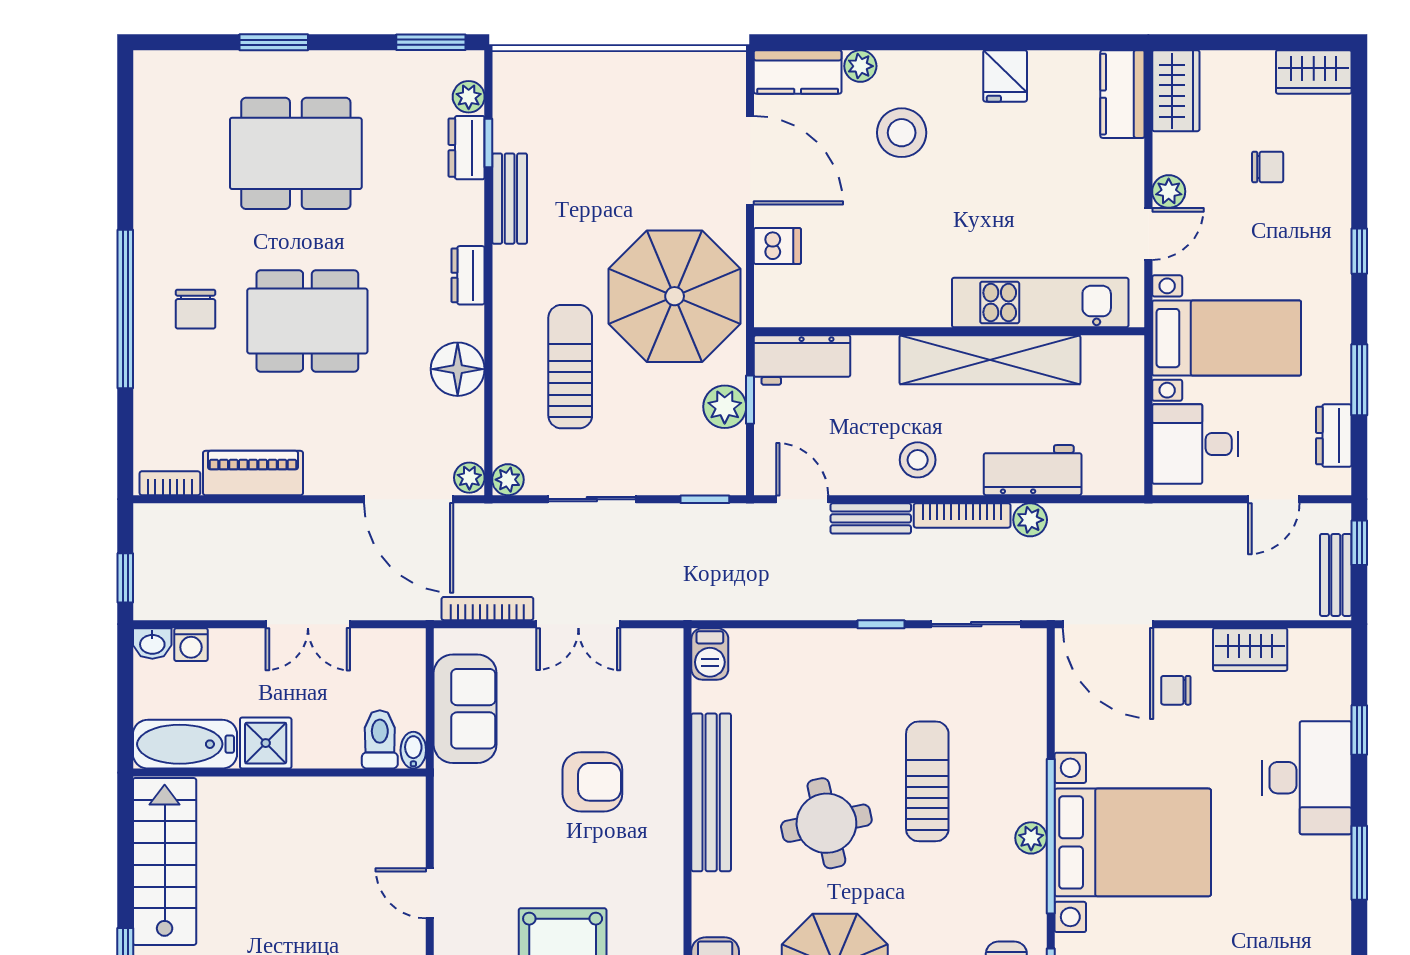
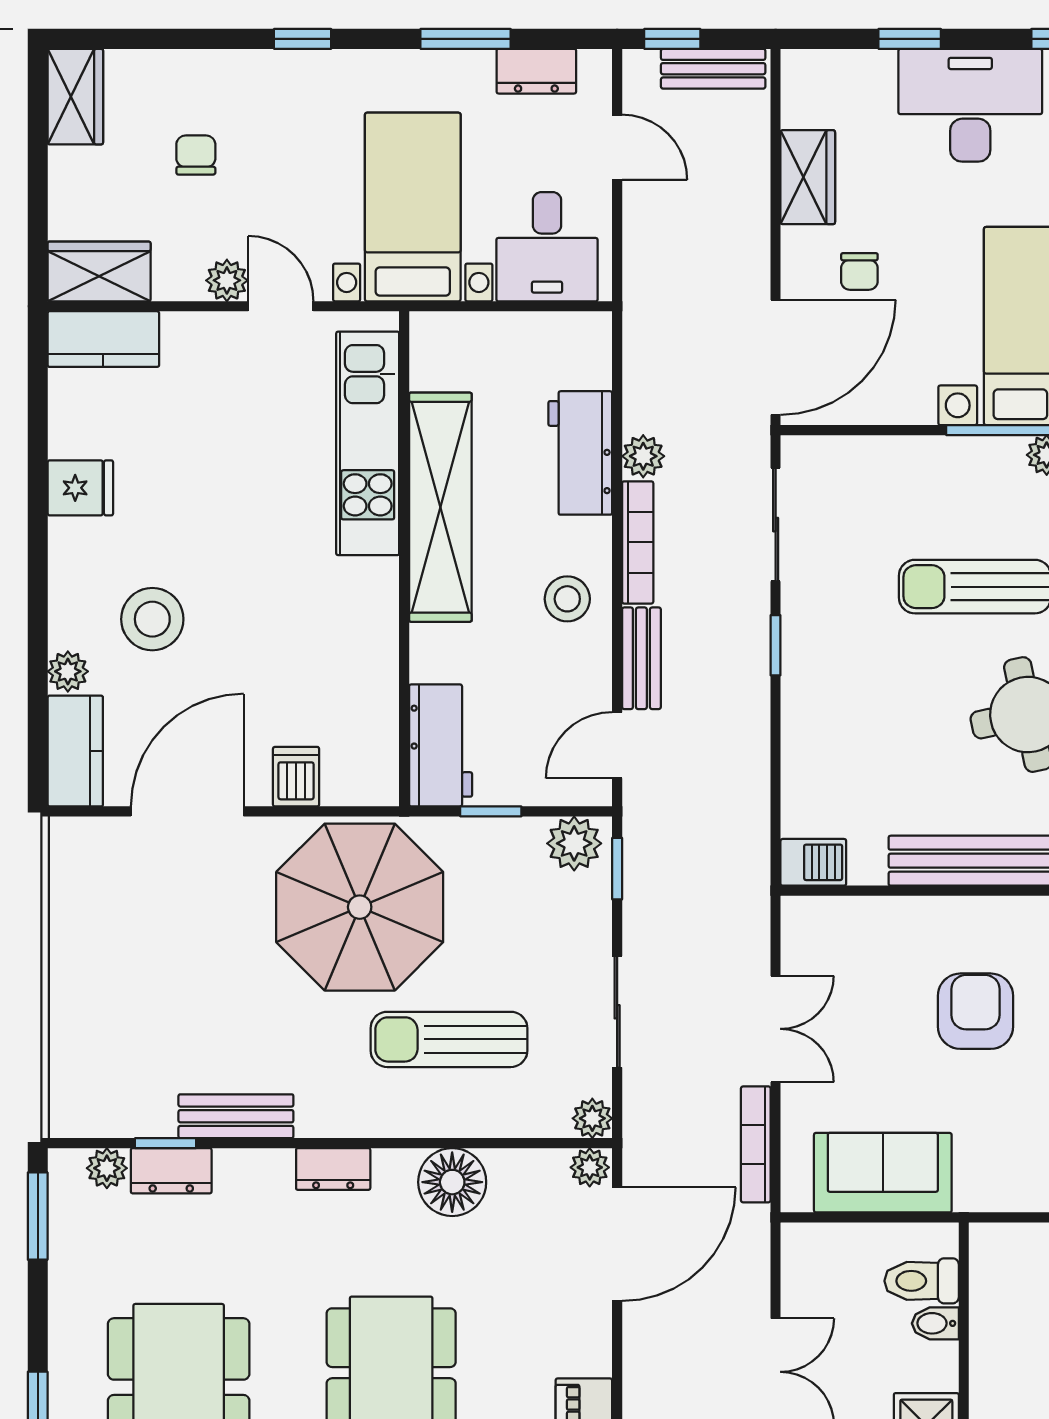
plant: (725, 407) -> (574, 843), moved
bidet: (413, 750) -> (935, 1323), moved

